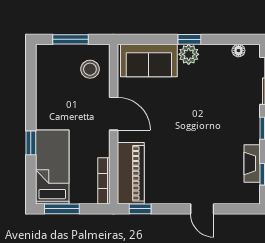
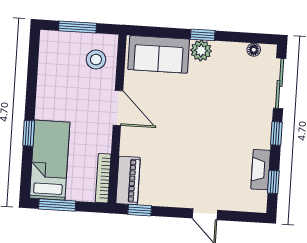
piano: (131, 173) -> (128, 180), width x0.73, depth x0.75

